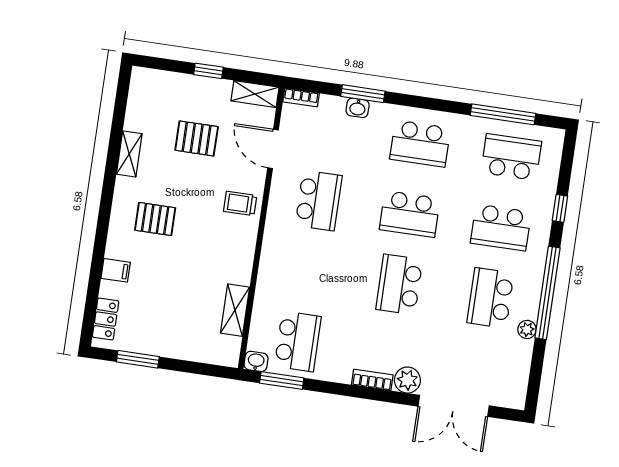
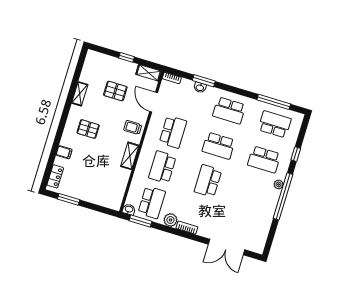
school desk: (490, 298) -> (162, 167), moved
shelving: (235, 310) -> (130, 156), moved
plant: (527, 329) -> (279, 184), moved
plant: (407, 380) -> (170, 220), moved

